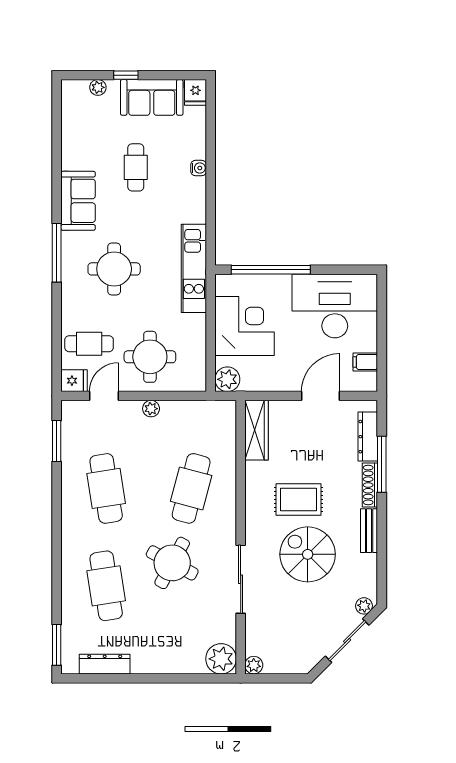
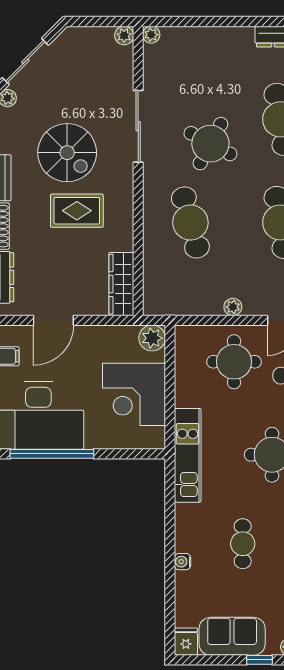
cafe table: (136, 167) -> (243, 544), moved
window: (271, 270) -> (52, 454), moved
cafe table: (191, 488) -> (190, 222), turned -30
plant: (221, 659) -> (151, 35), width x0.53, depth x0.53

